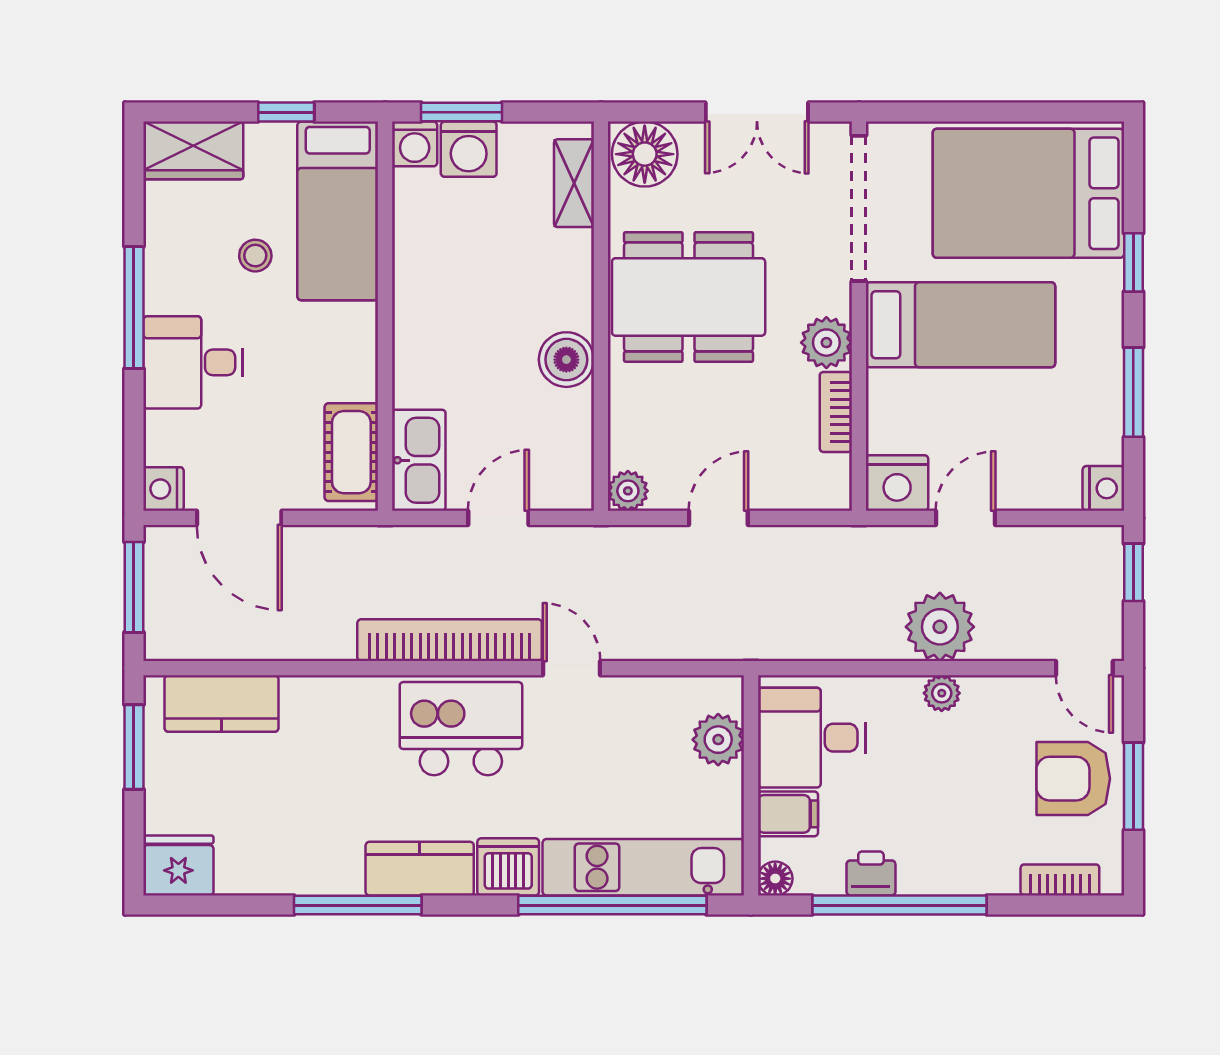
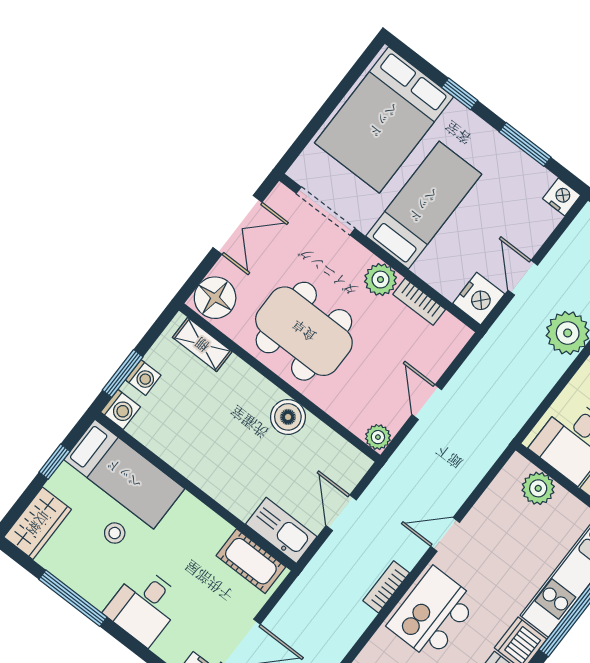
washing machine: (469, 149) -> (143, 378), width x0.73, depth x0.73
doorway: (859, 208) -> (326, 211), width x0.73
dining table: (689, 297) -> (304, 331), turned 90
window: (134, 308) -> (73, 598), moved
bookcase: (450, 640) -> (386, 587), width x0.43, depth x0.76

